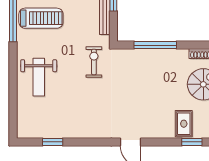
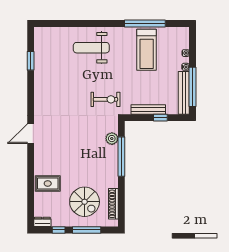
plant: (136, 55) -> (112, 139), added
window: (192, 142) -> (31, 191), removed

